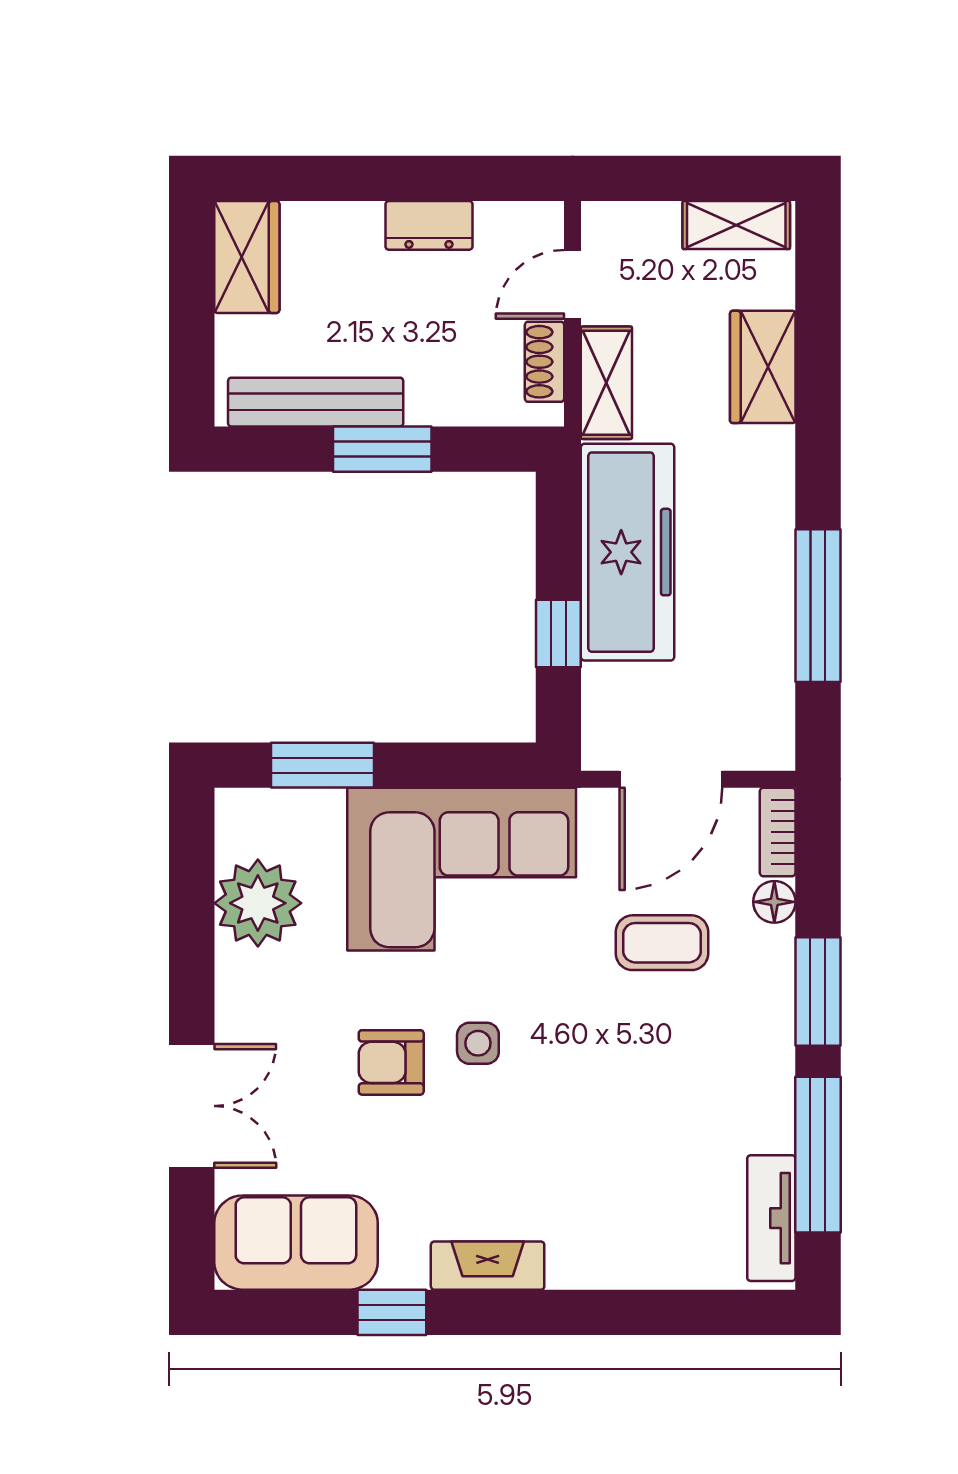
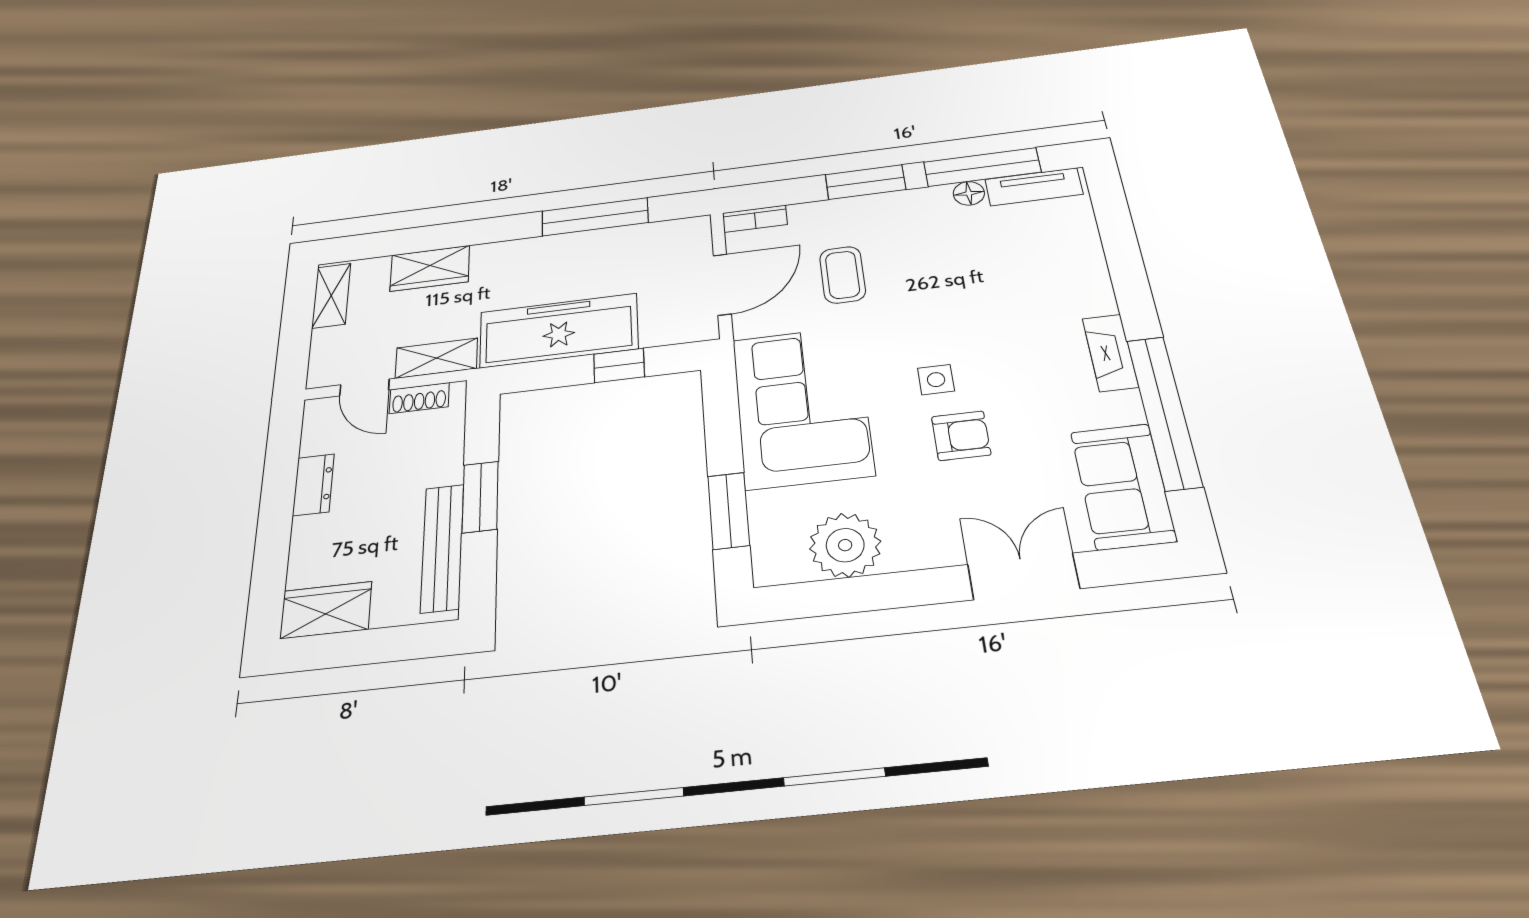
door: (671, 779) -> (722, 284), hinge flipped
floor lamp: (774, 902) -> (969, 193), moved
armchair: (391, 1062) -> (961, 436), turned -90
window: (392, 1312) -> (1164, 412), width x3.17

